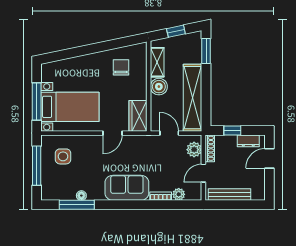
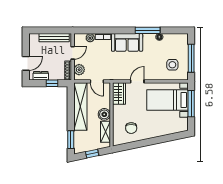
window: (77, 205) -> (148, 30), moved

